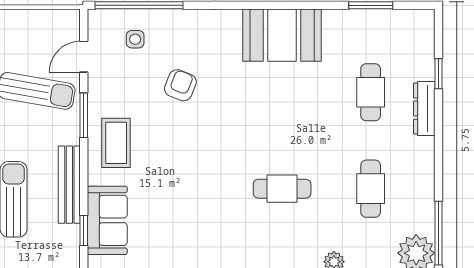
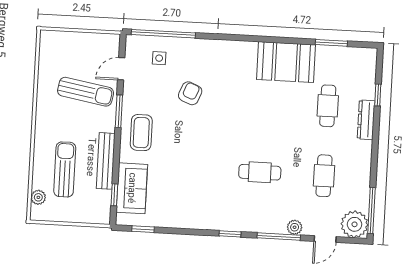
booth: (282, 35) -> (286, 62), moved

